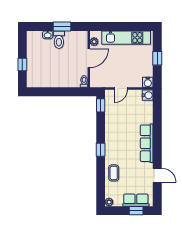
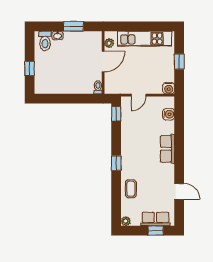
toilet: (59, 40) -> (45, 41), moved
water cooler: (148, 95) -> (169, 114), moved
row of seats: (147, 143) -> (167, 149), width x0.68

